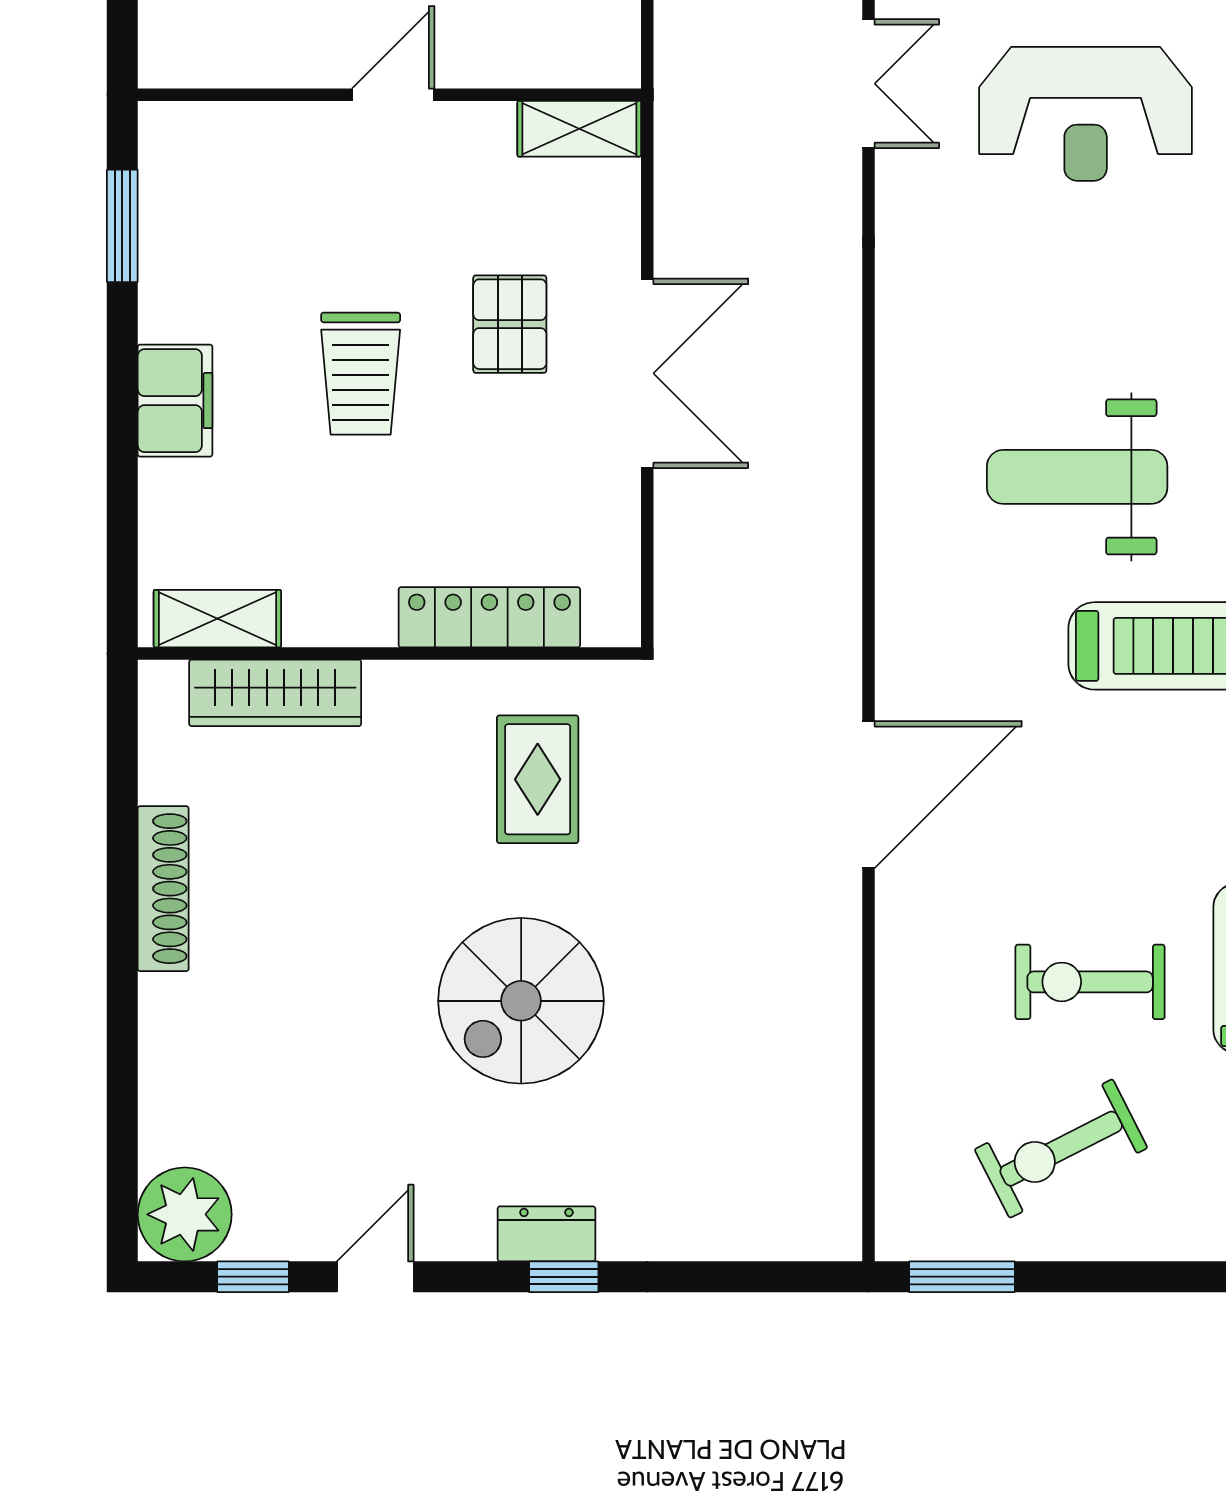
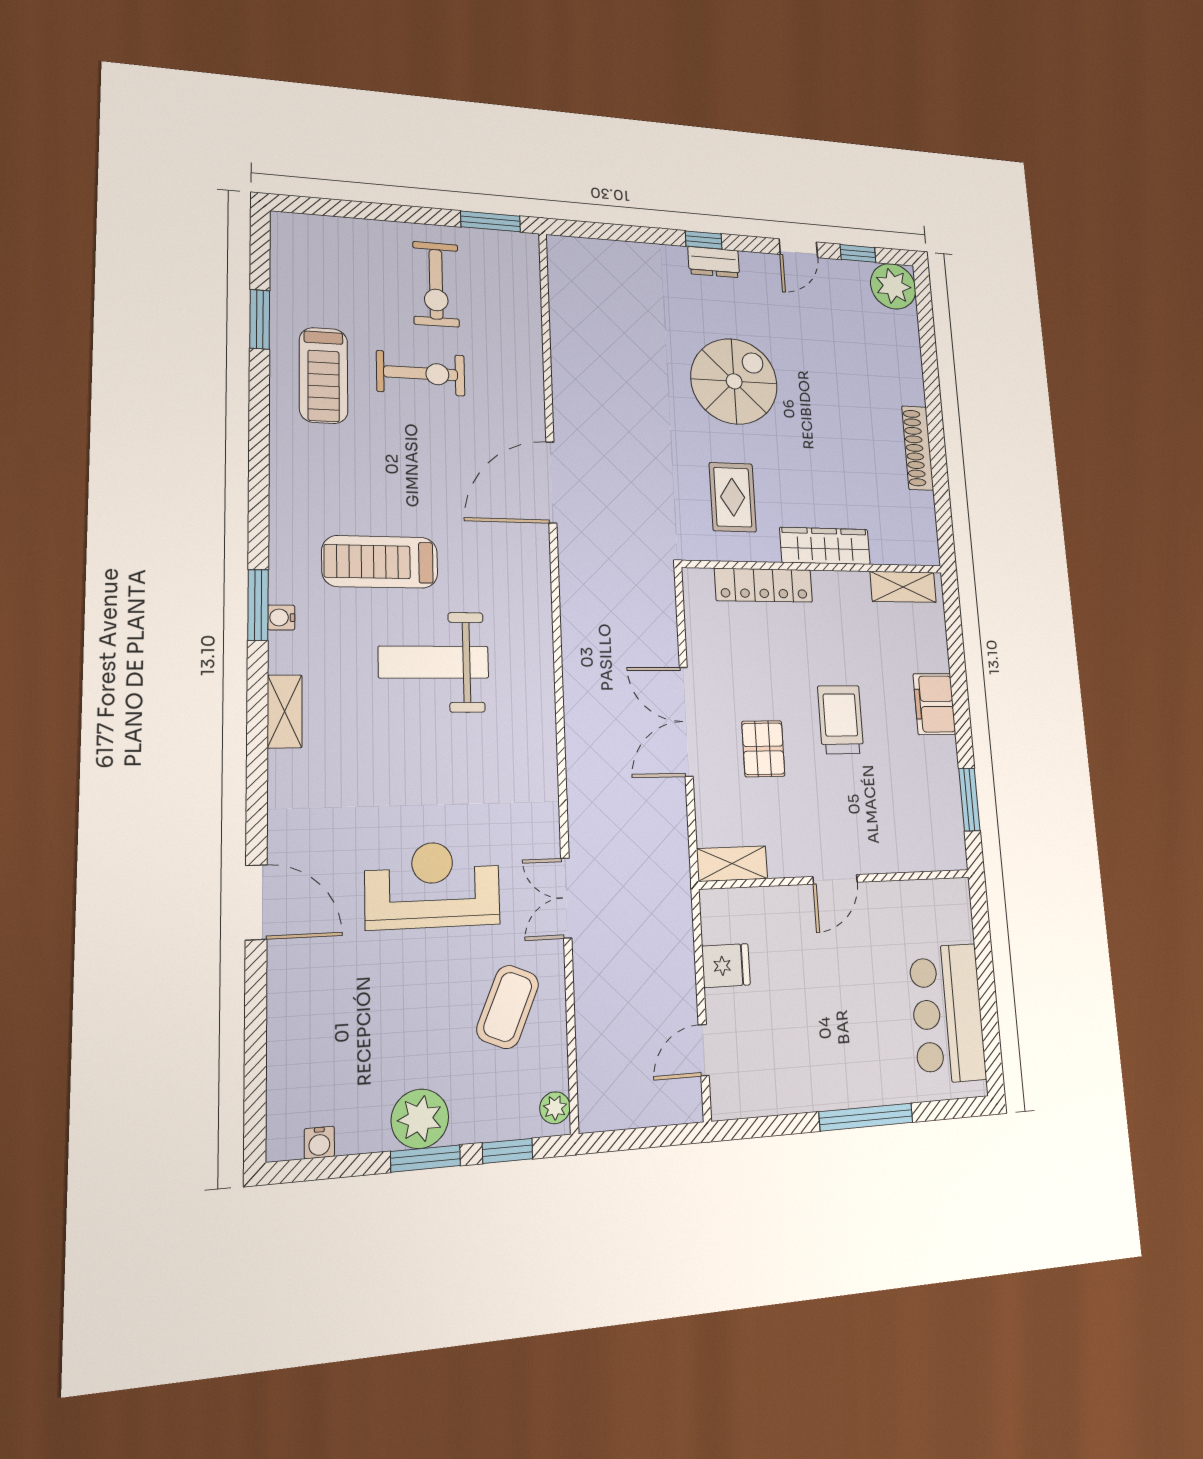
weight bench: (1077, 477) -> (434, 662), turned 180
wardrobe: (275, 693) -> (825, 546), moved
exercise bike: (1061, 1149) -> (436, 284), turned 117

